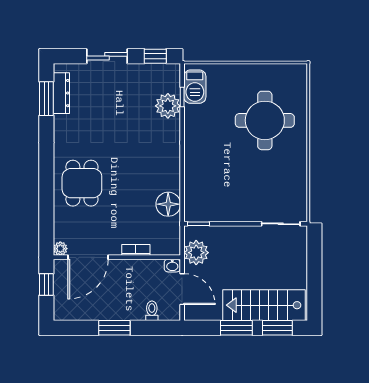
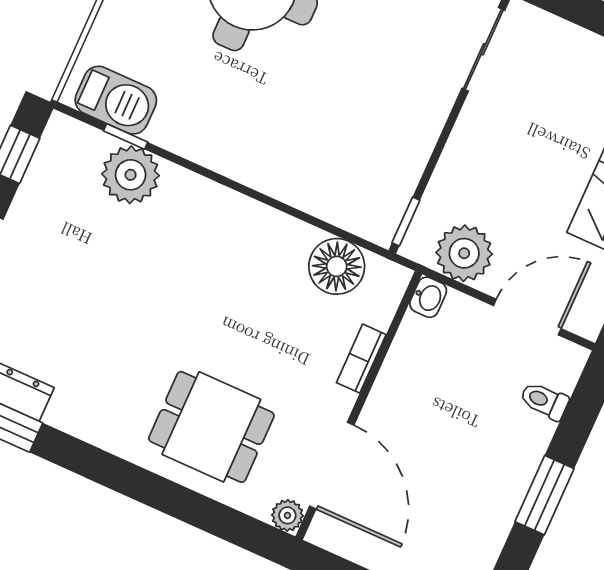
plant: (60, 249) -> (287, 515), moved
bookcase: (136, 250) -> (361, 359), moved
door: (88, 257) -> (332, 466), moved
wall: (117, 257) -> (359, 405), moved
washbasin: (172, 266) -> (428, 297), moved

